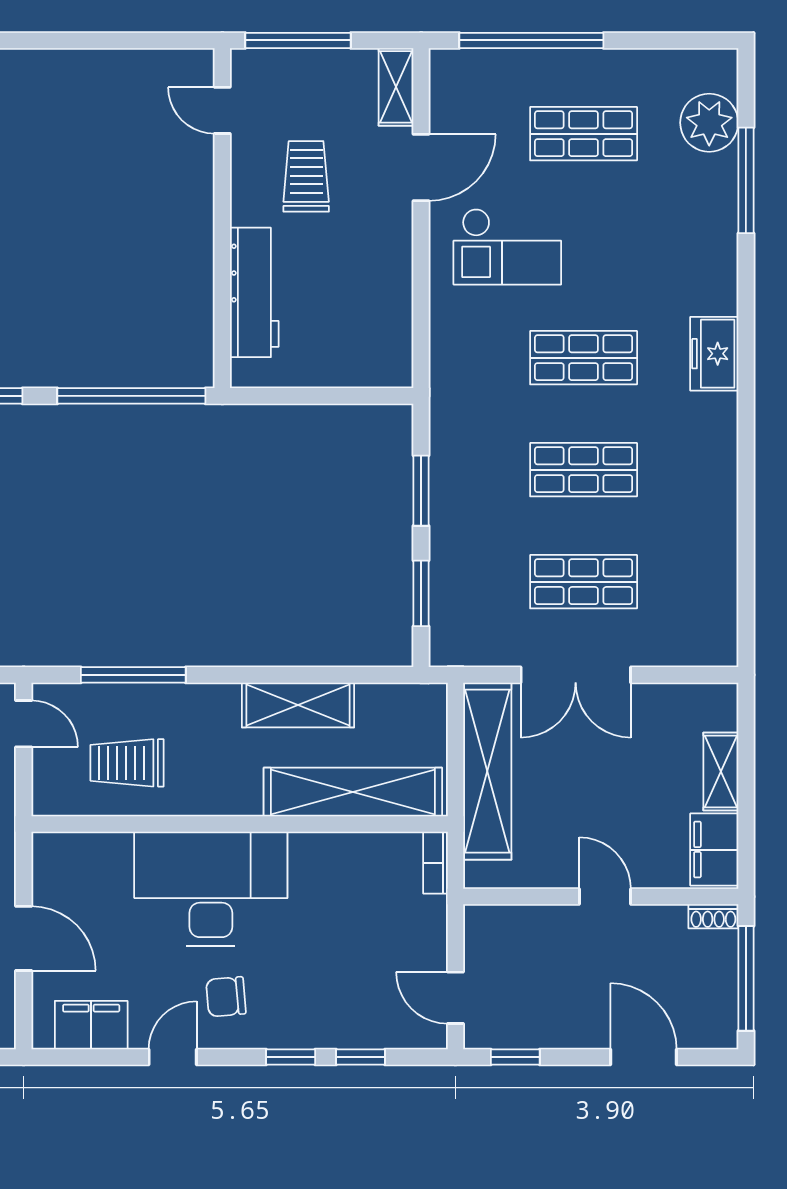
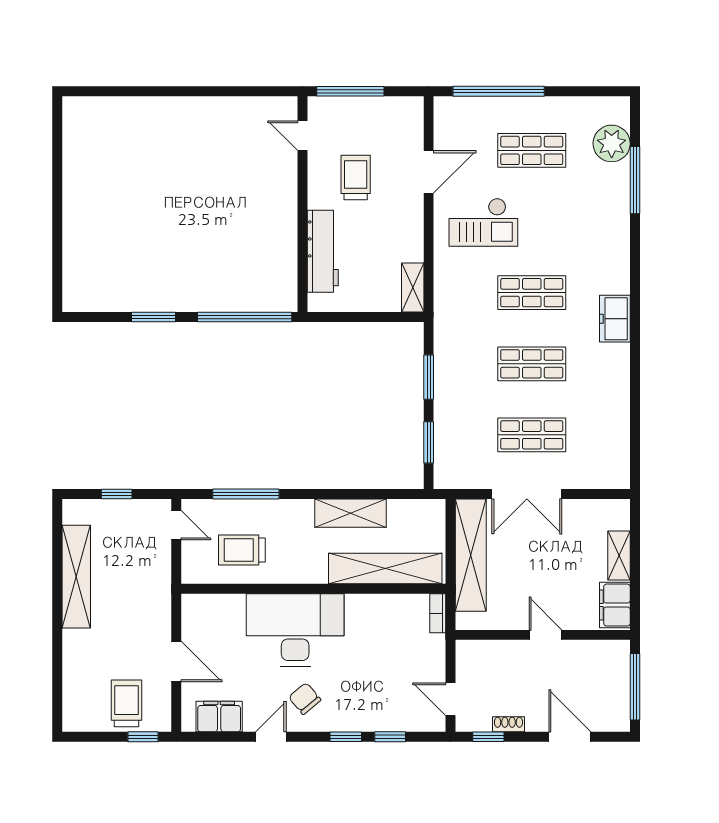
shelving: (396, 87) -> (413, 287), moved
freezer: (714, 354) -> (615, 319), moved
shoe rack: (713, 916) -> (508, 724), moved, turned 180
chair: (226, 997) -> (305, 699), turned 55

